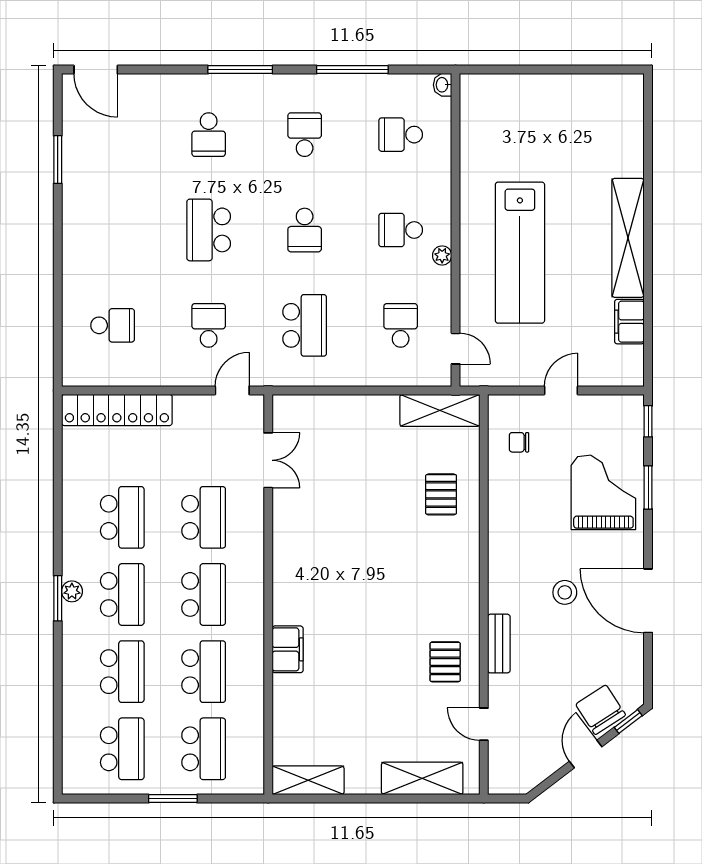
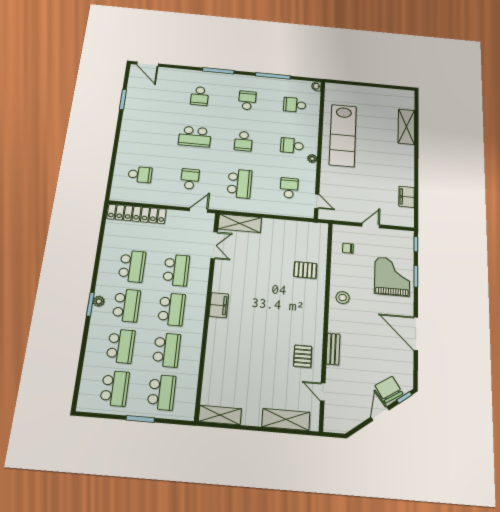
school desk: (209, 230) -> (195, 137), turned -90
shelving: (628, 238) -> (406, 127), moved, width x0.68
lab bench: (520, 253) -> (343, 135), moved
shelving: (440, 410) -> (240, 223), moved
pallet: (441, 494) -> (305, 270), turned 90
stool: (565, 592) -> (343, 298), moved
filing cabinet: (288, 649) -> (219, 305), moved

